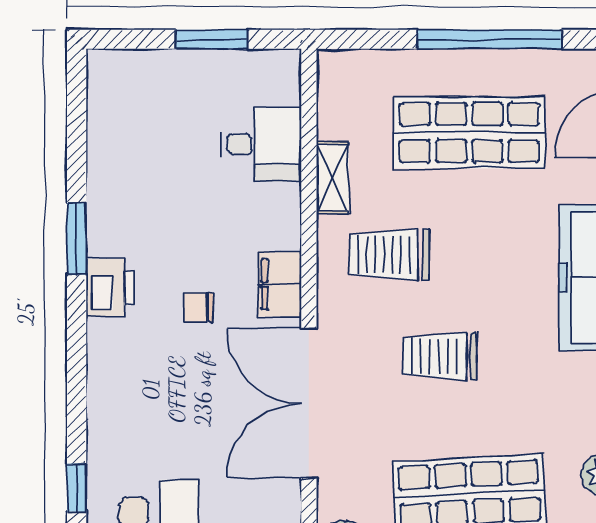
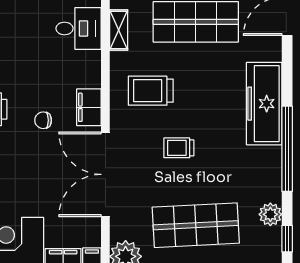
shelving: (332, 178) -> (119, 30), moved
trolley: (439, 356) -> (179, 148), width x0.73, depth x0.72

